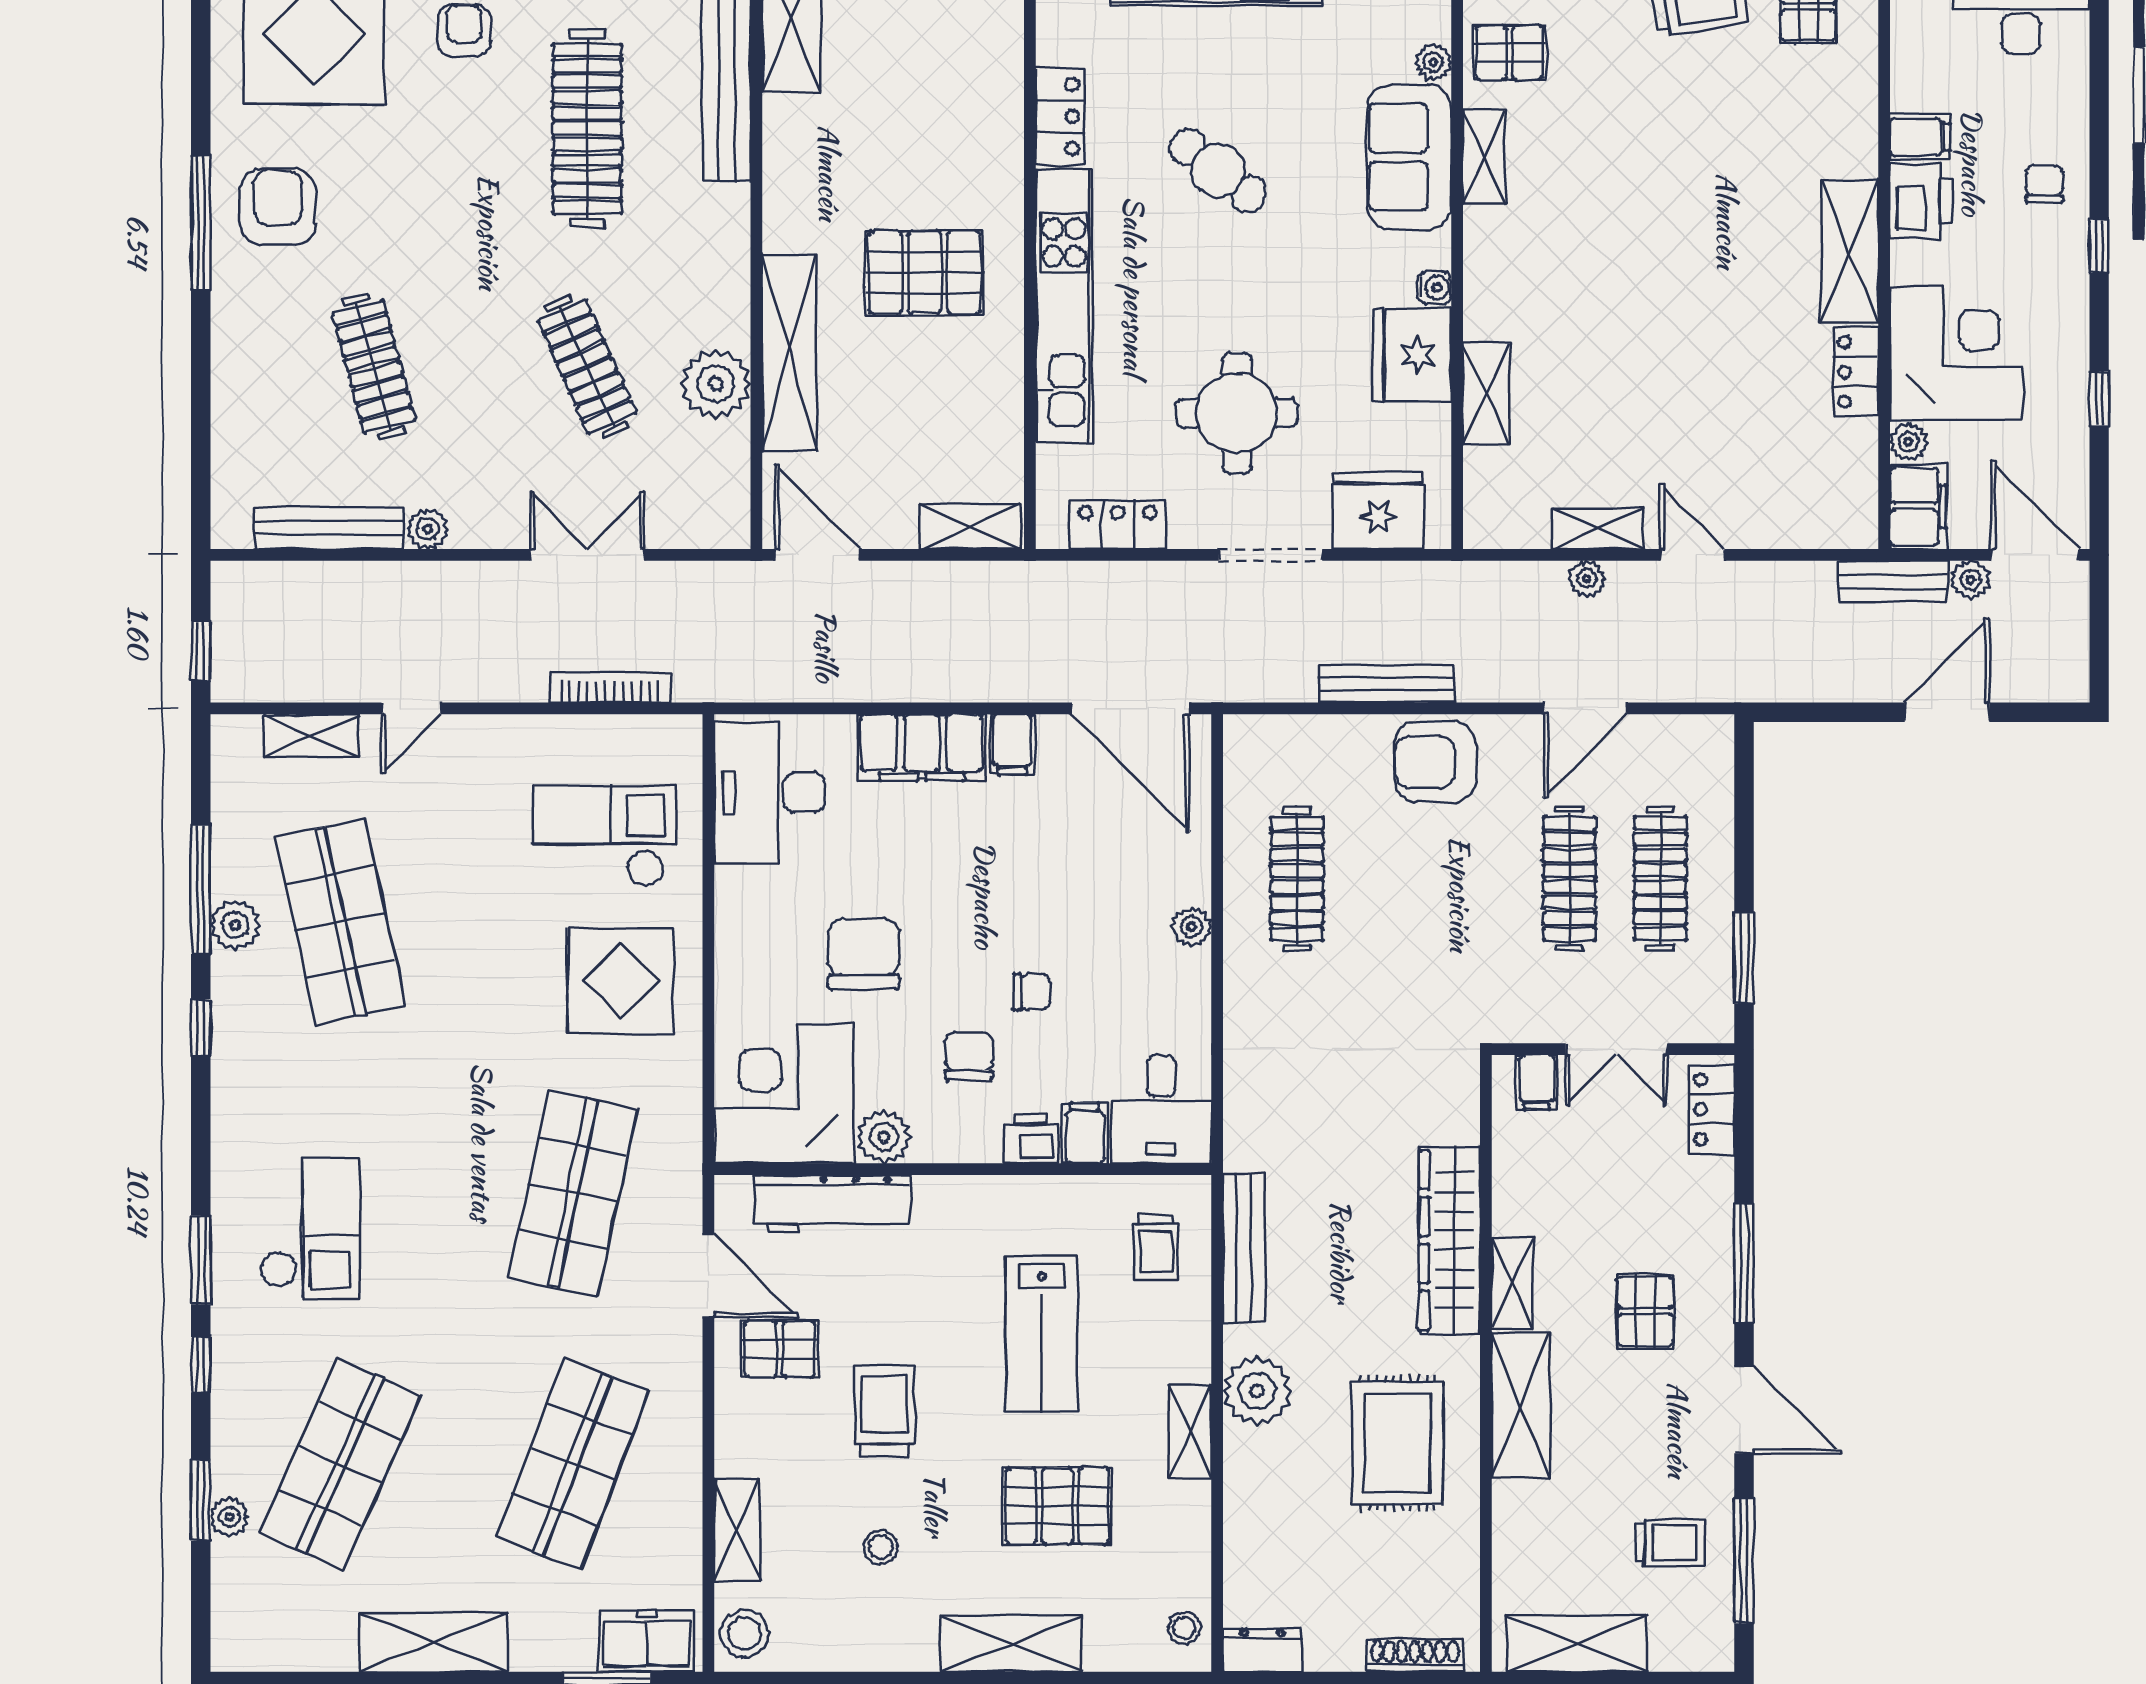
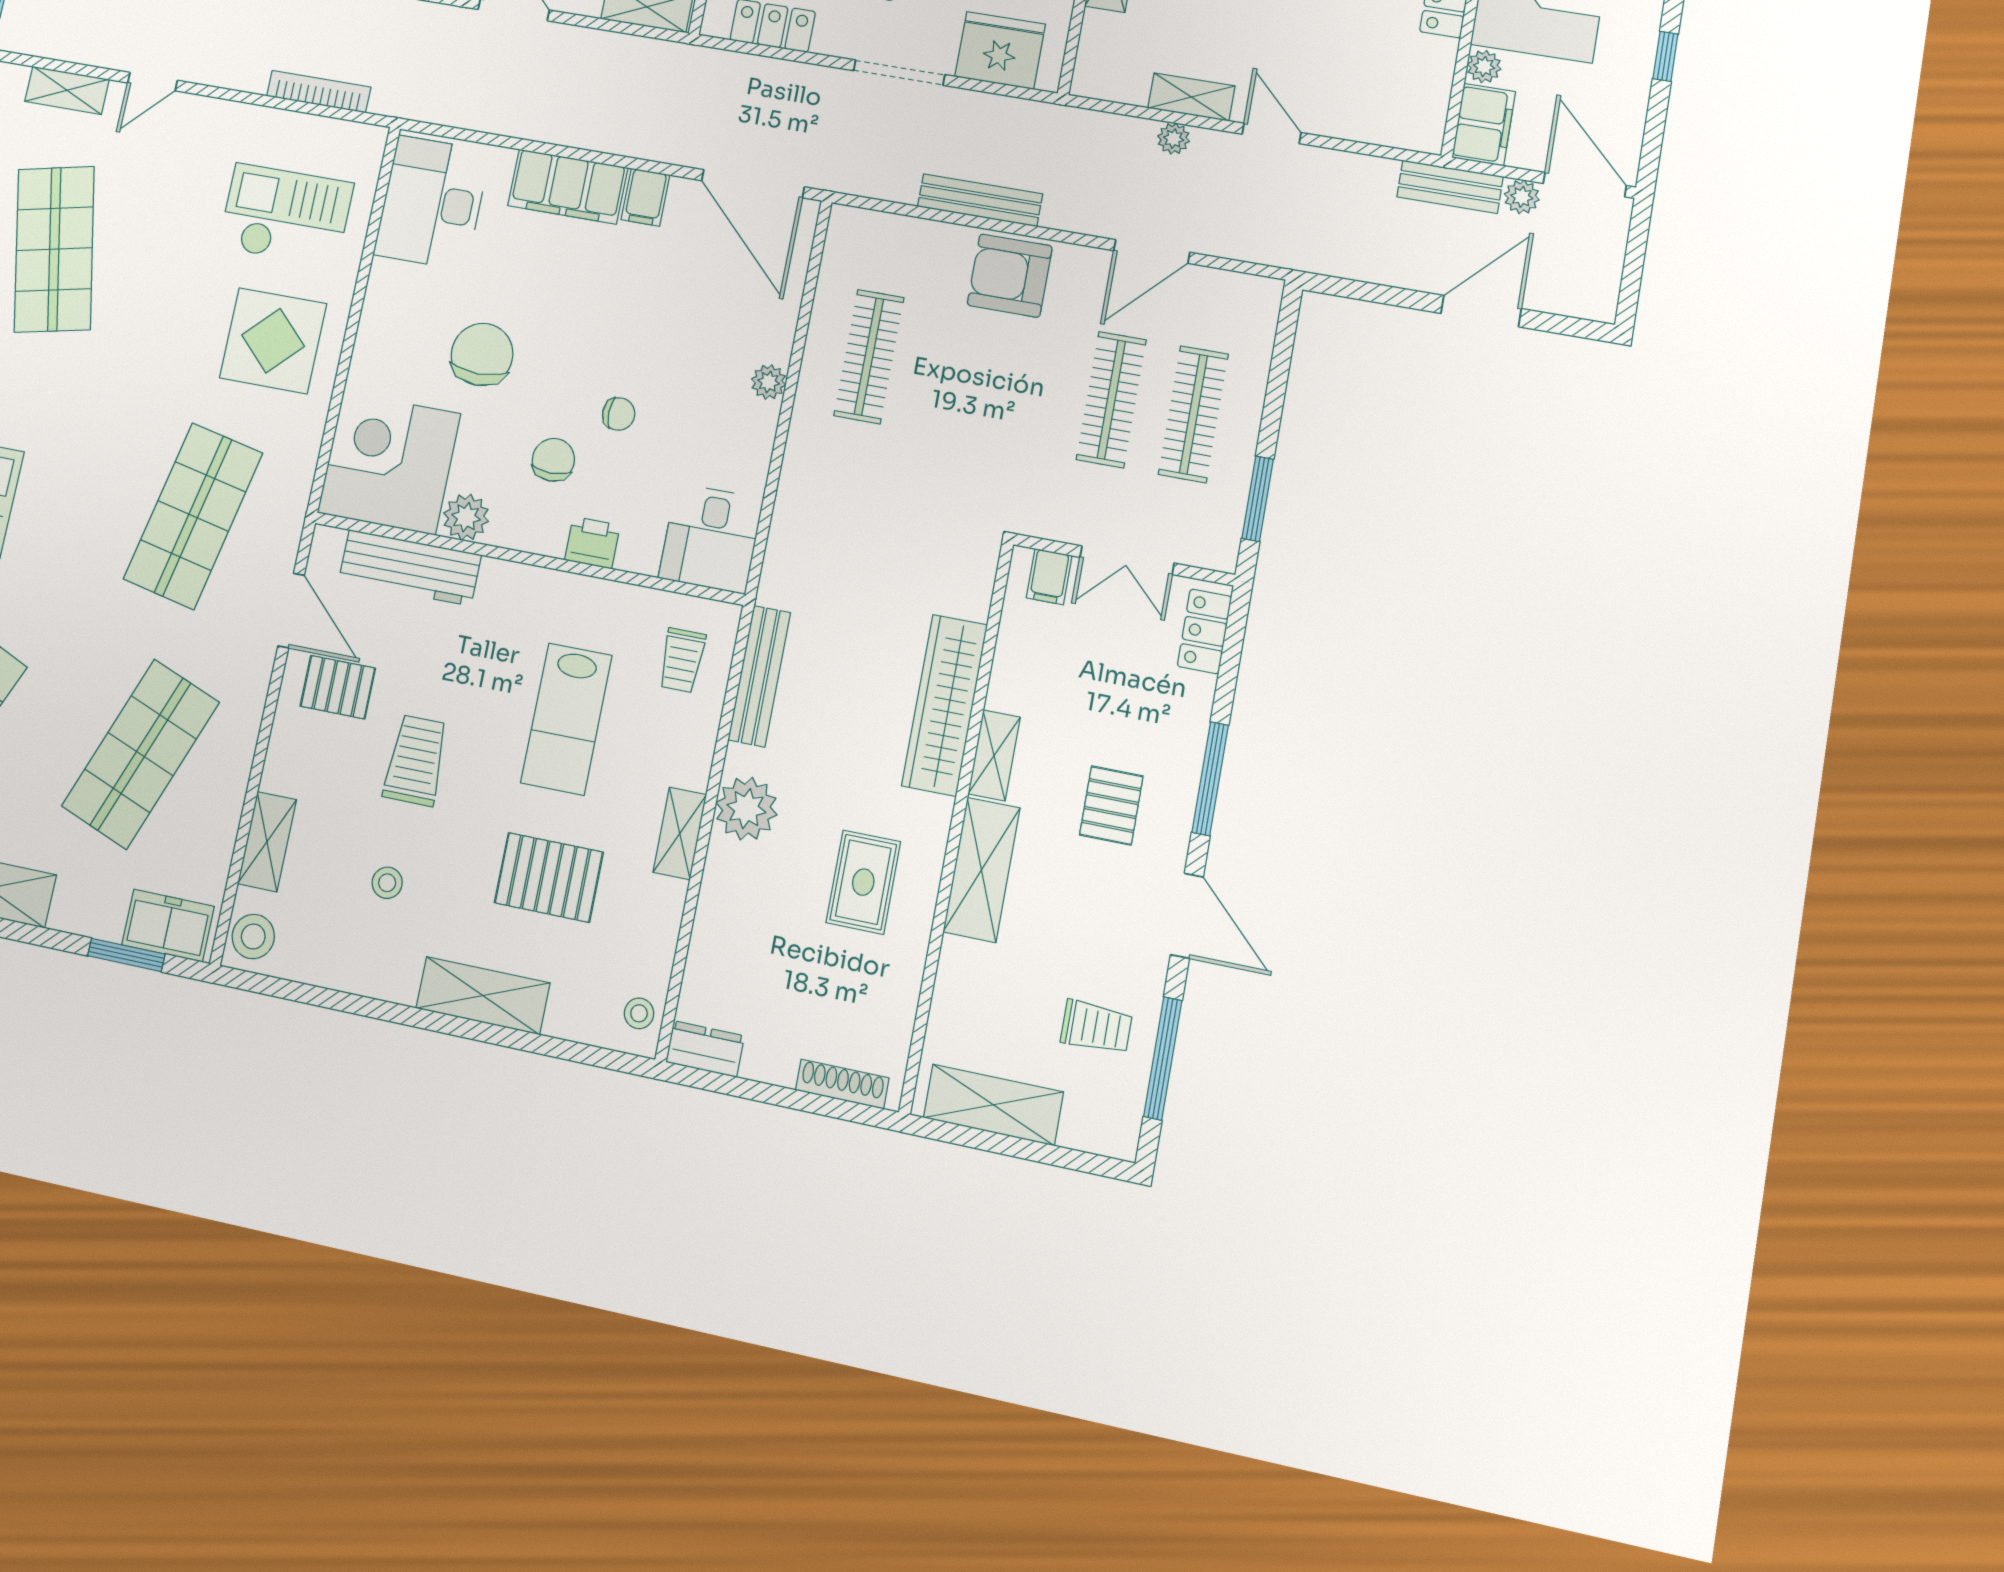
filing cabinet: (1085, 1133) -> (640, 547), removed
rug: (1398, 1443) -> (863, 882), width x0.73, depth x0.70

